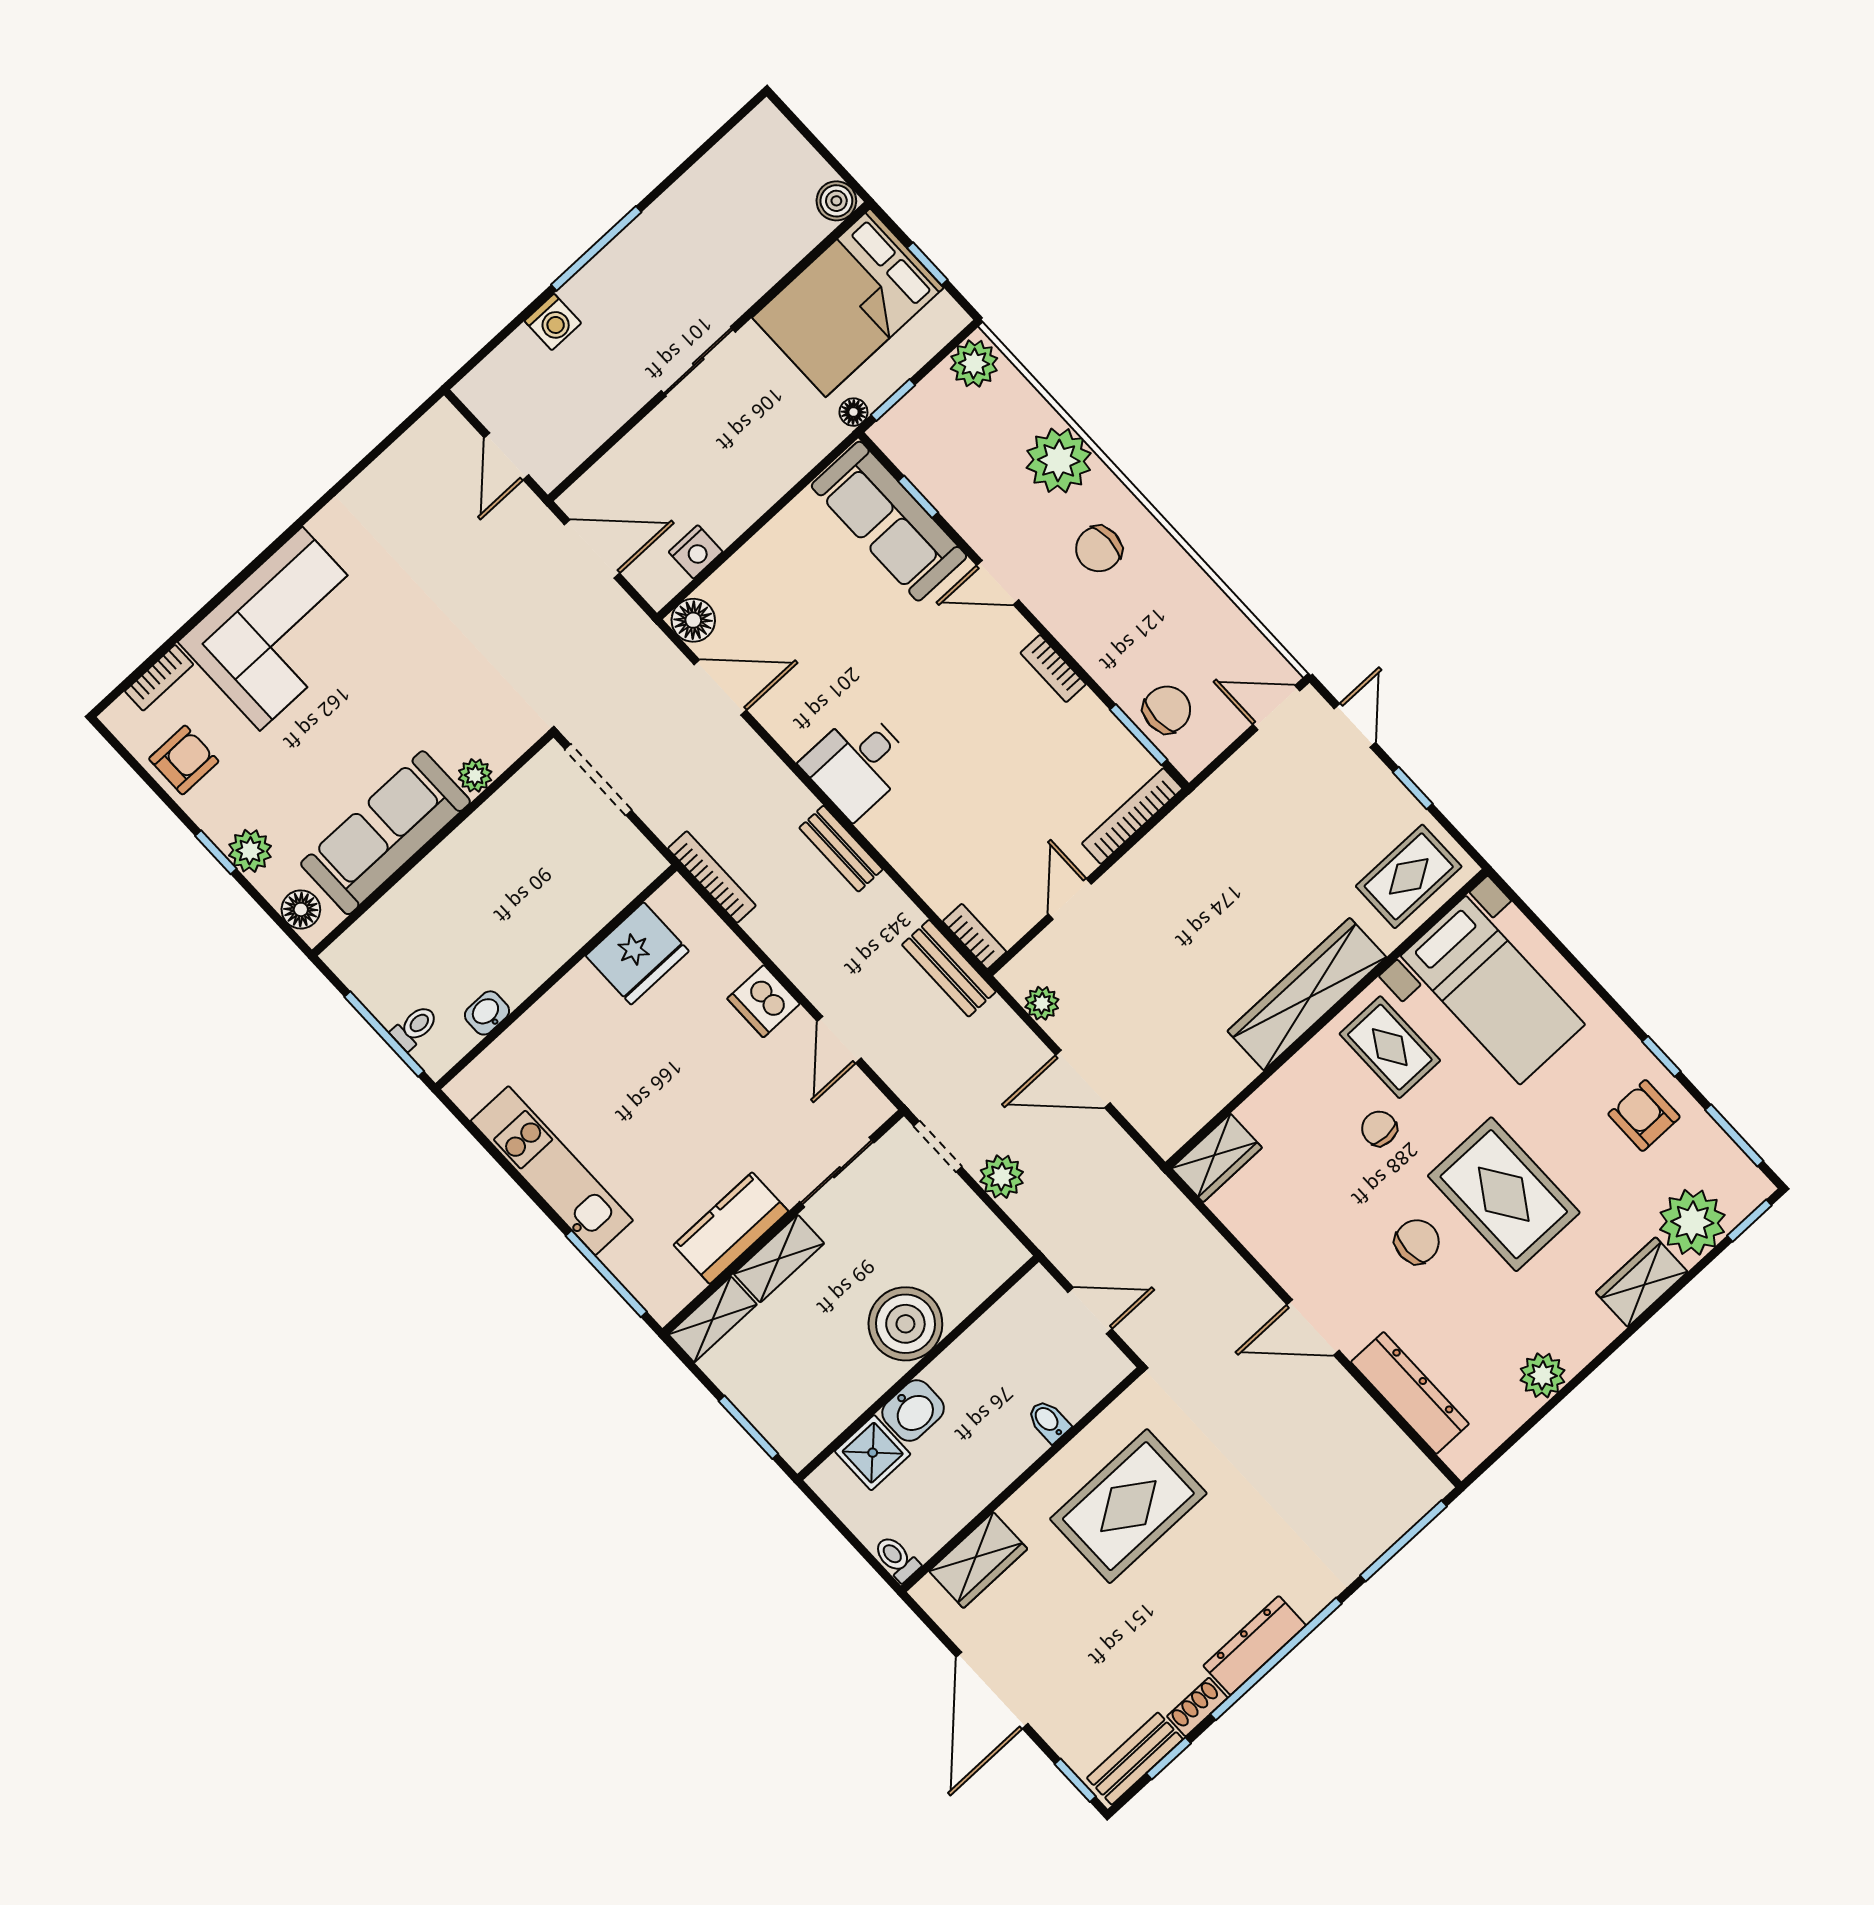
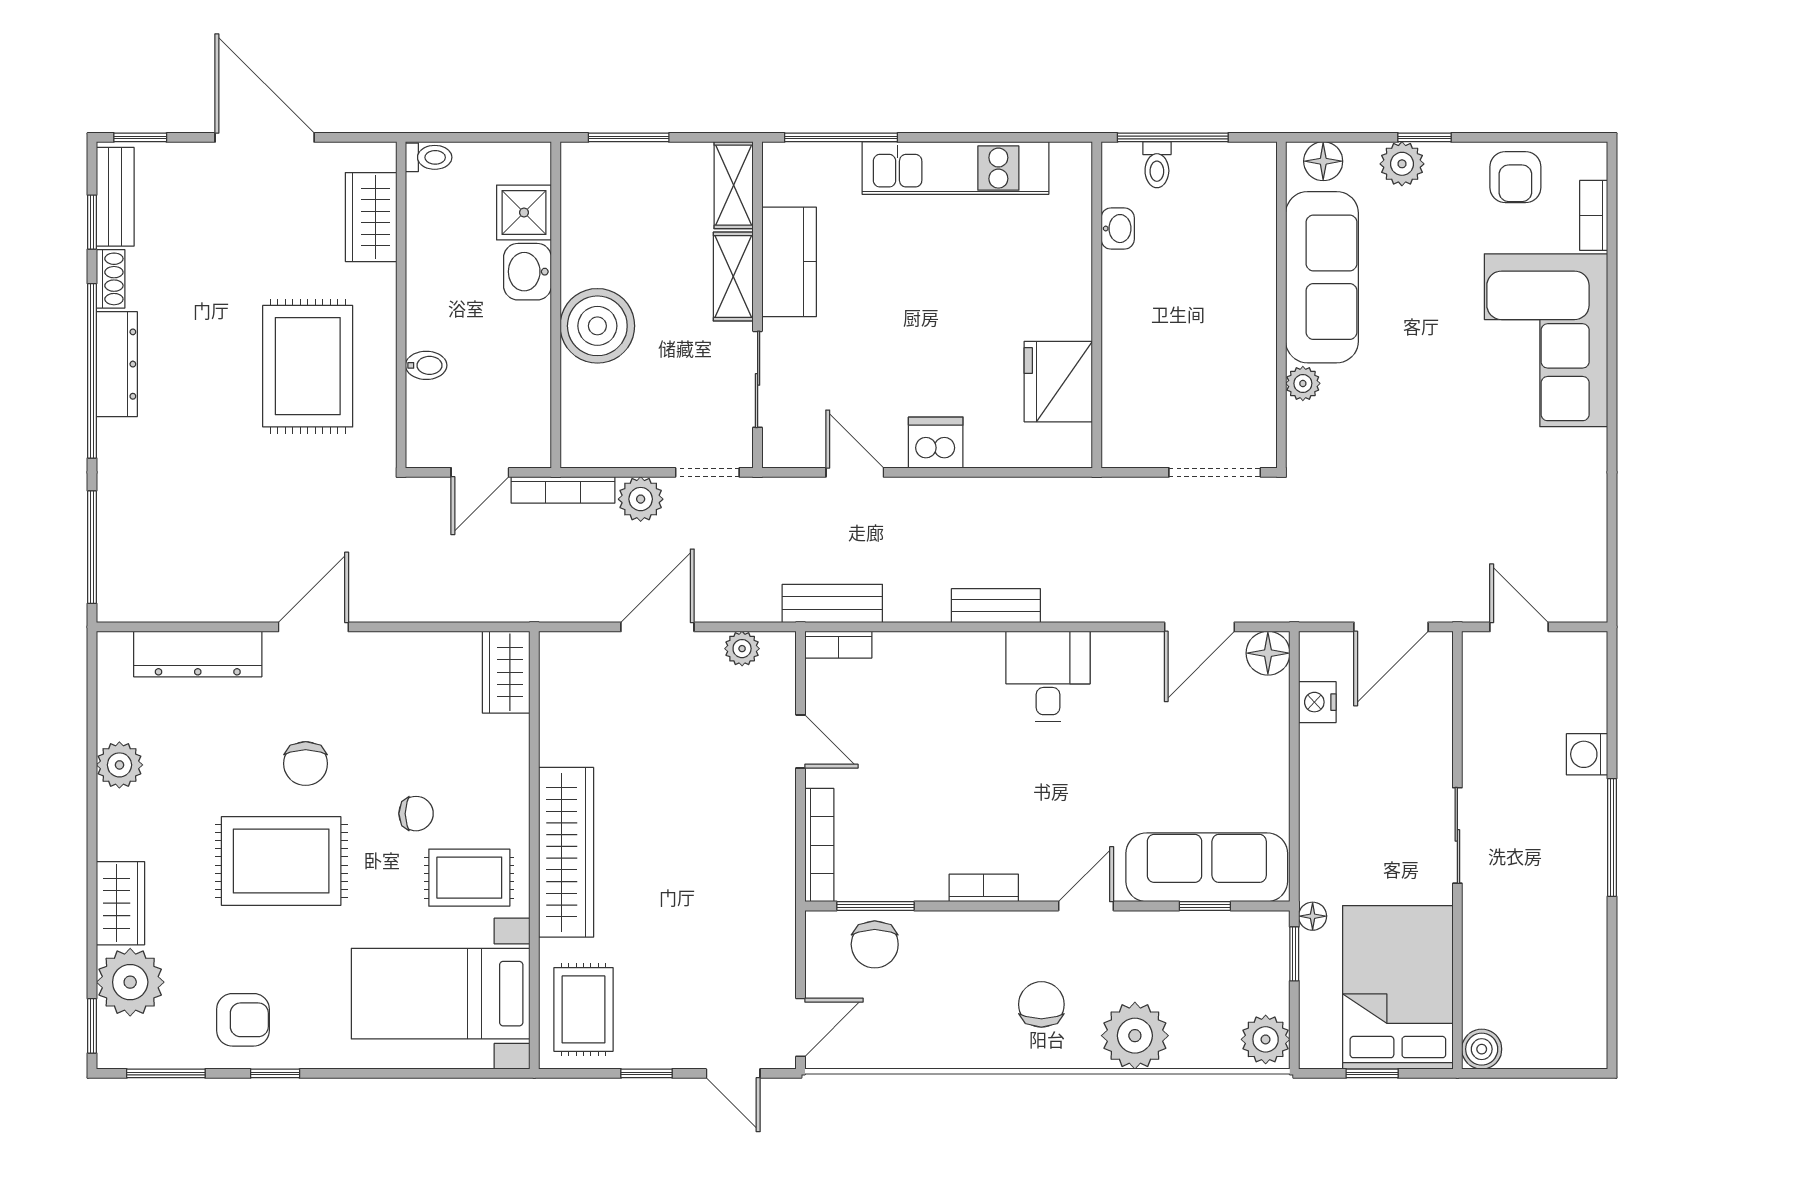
bookcase: (712, 877) -> (563, 490), moved

